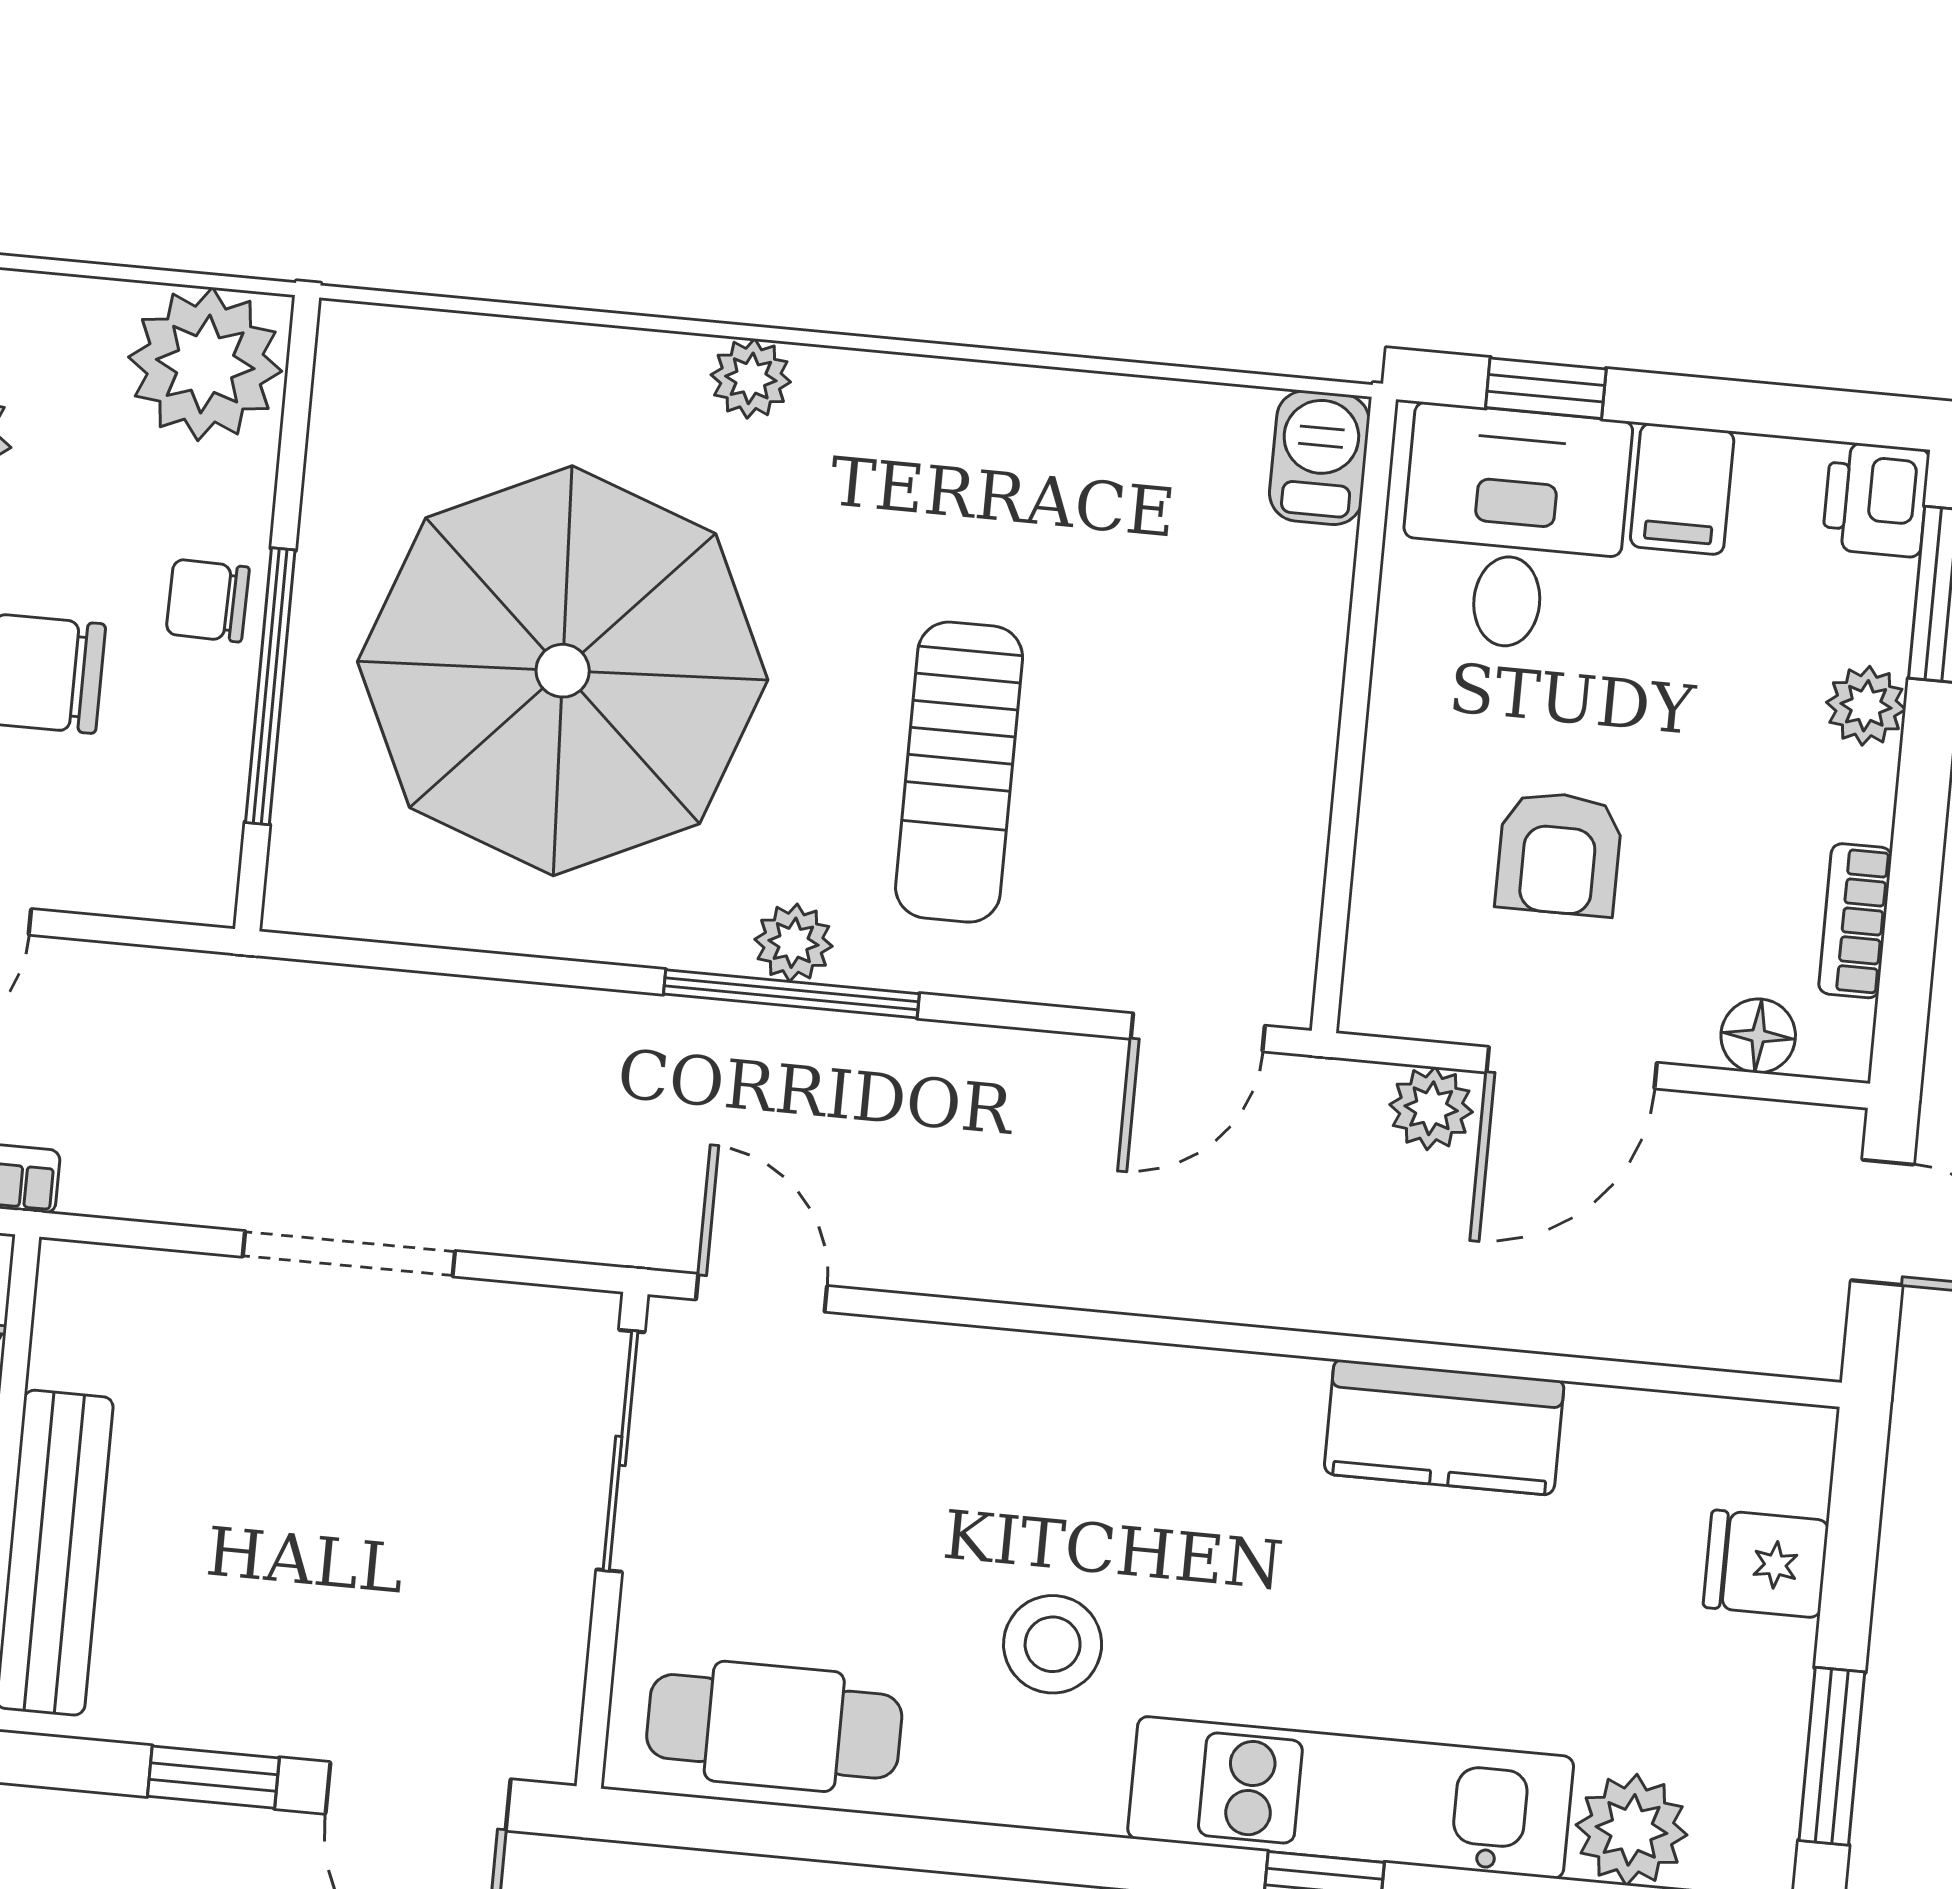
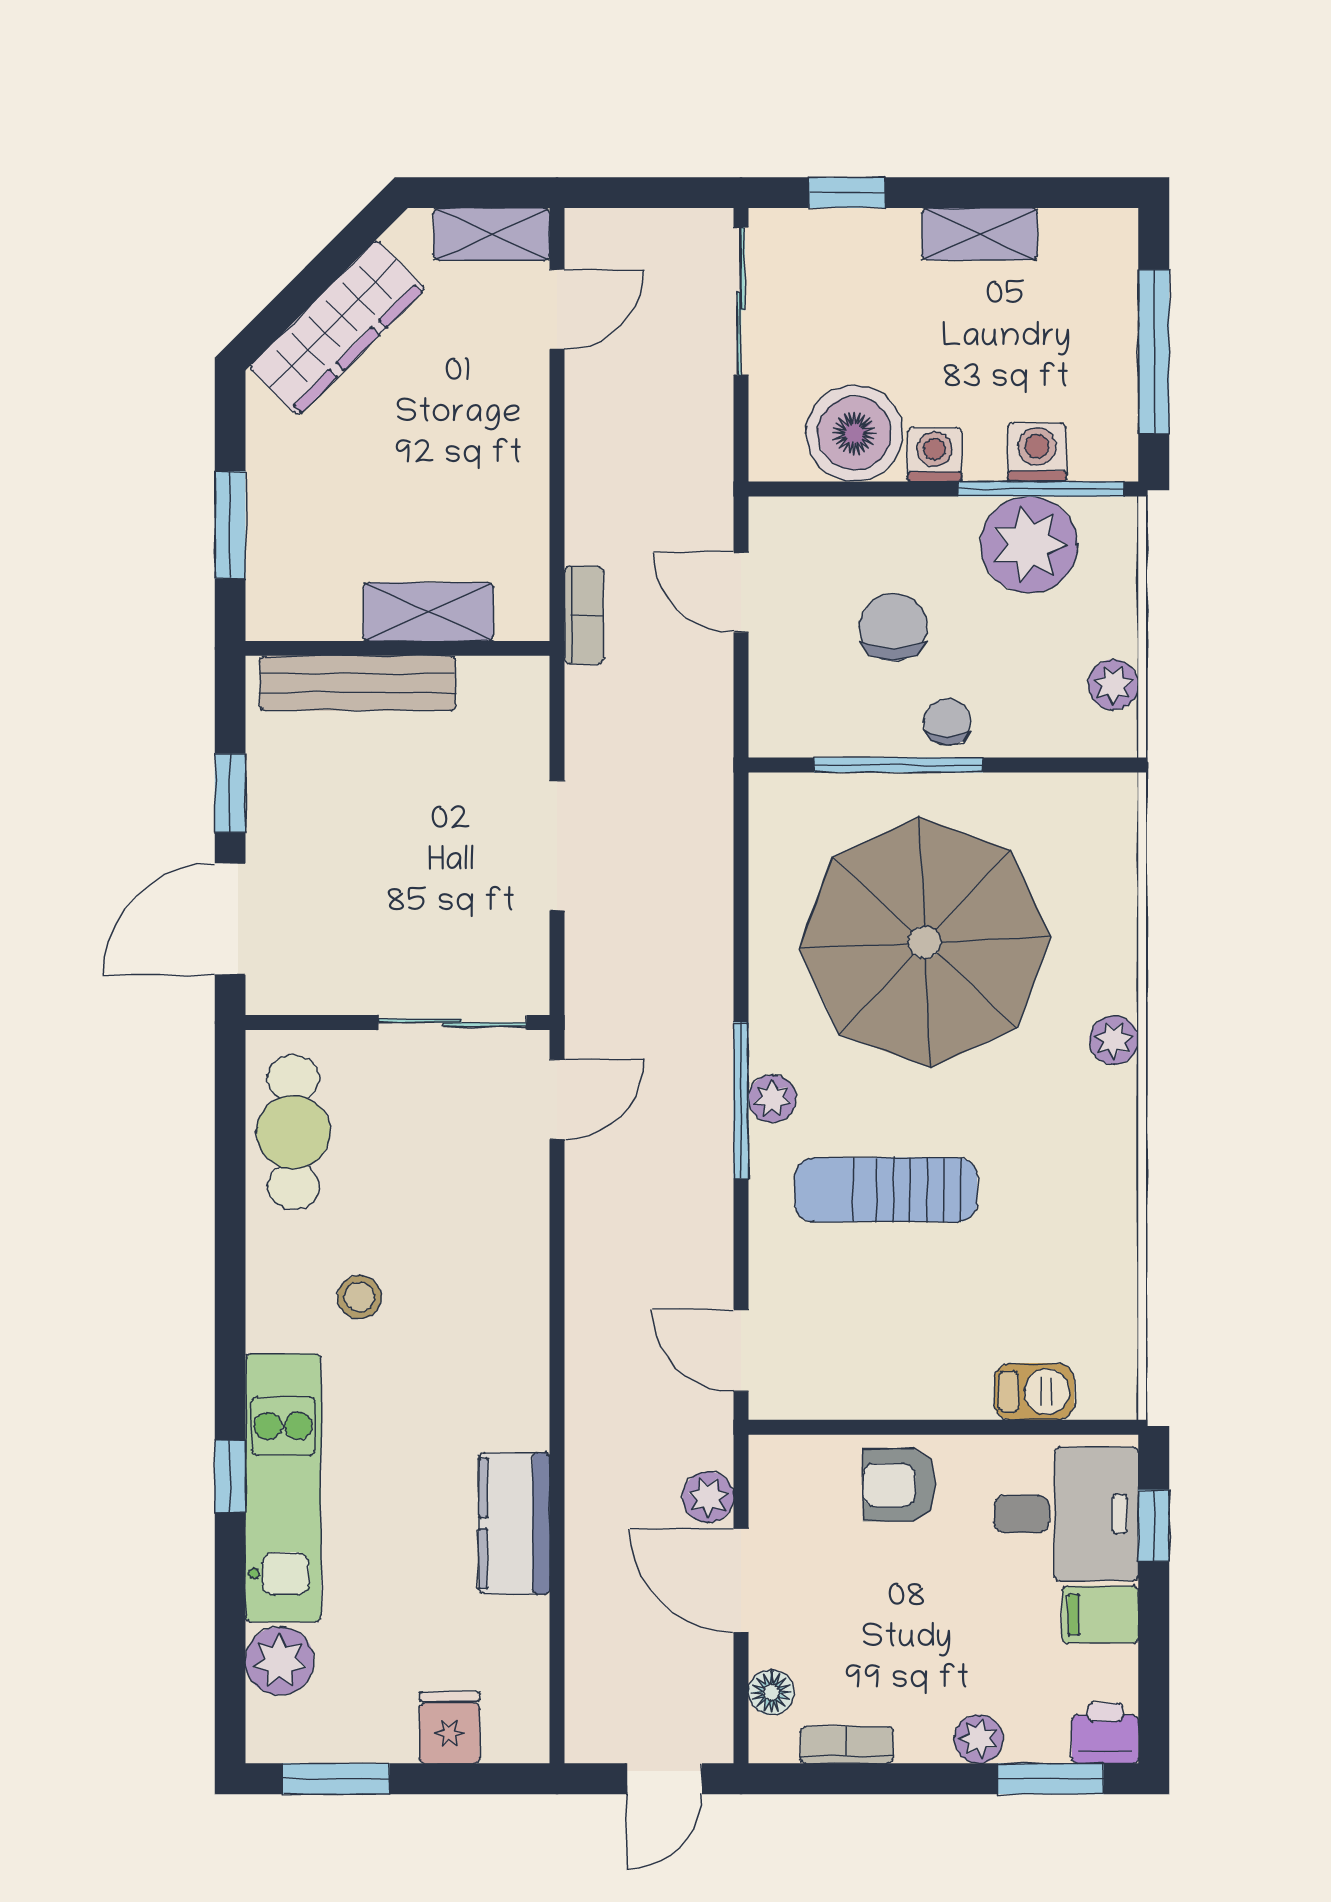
plant: (205, 364) -> (1113, 685), width x0.53, depth x0.53
barbecue: (1320, 458) -> (1034, 1392), moved
armchair: (1559, 853) -> (899, 1485), moved
stool: (1053, 1644) -> (359, 1297), width x0.73, depth x0.73

